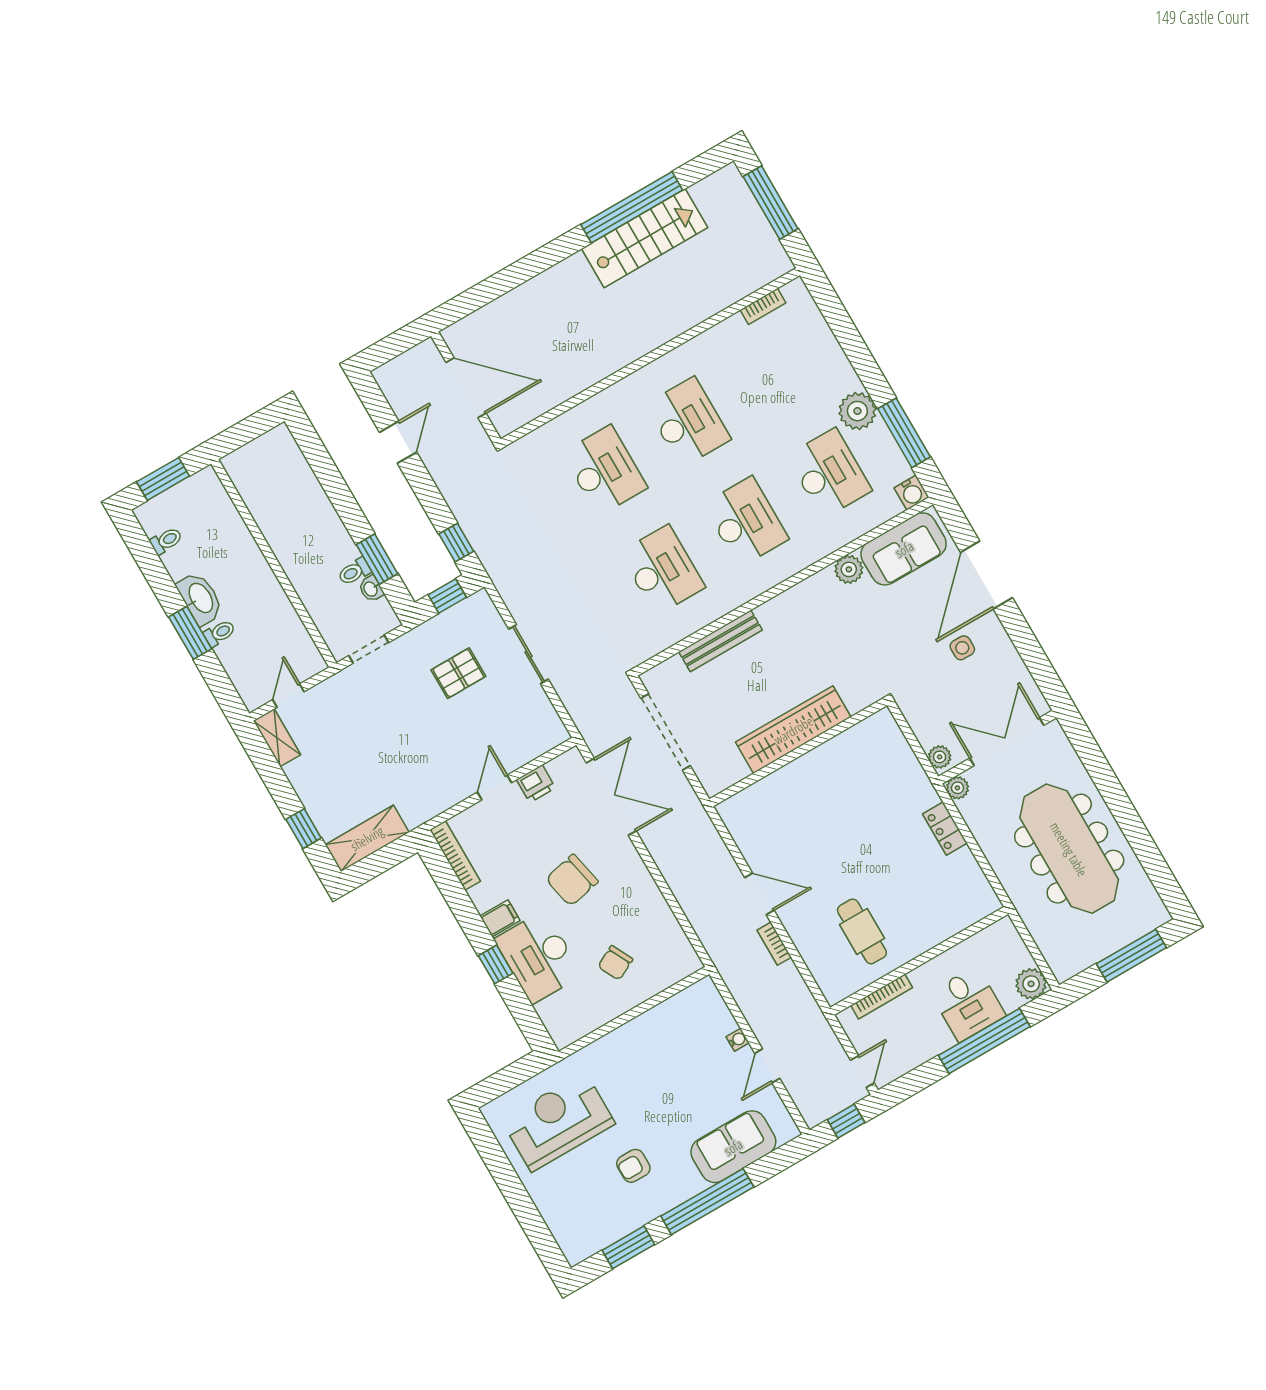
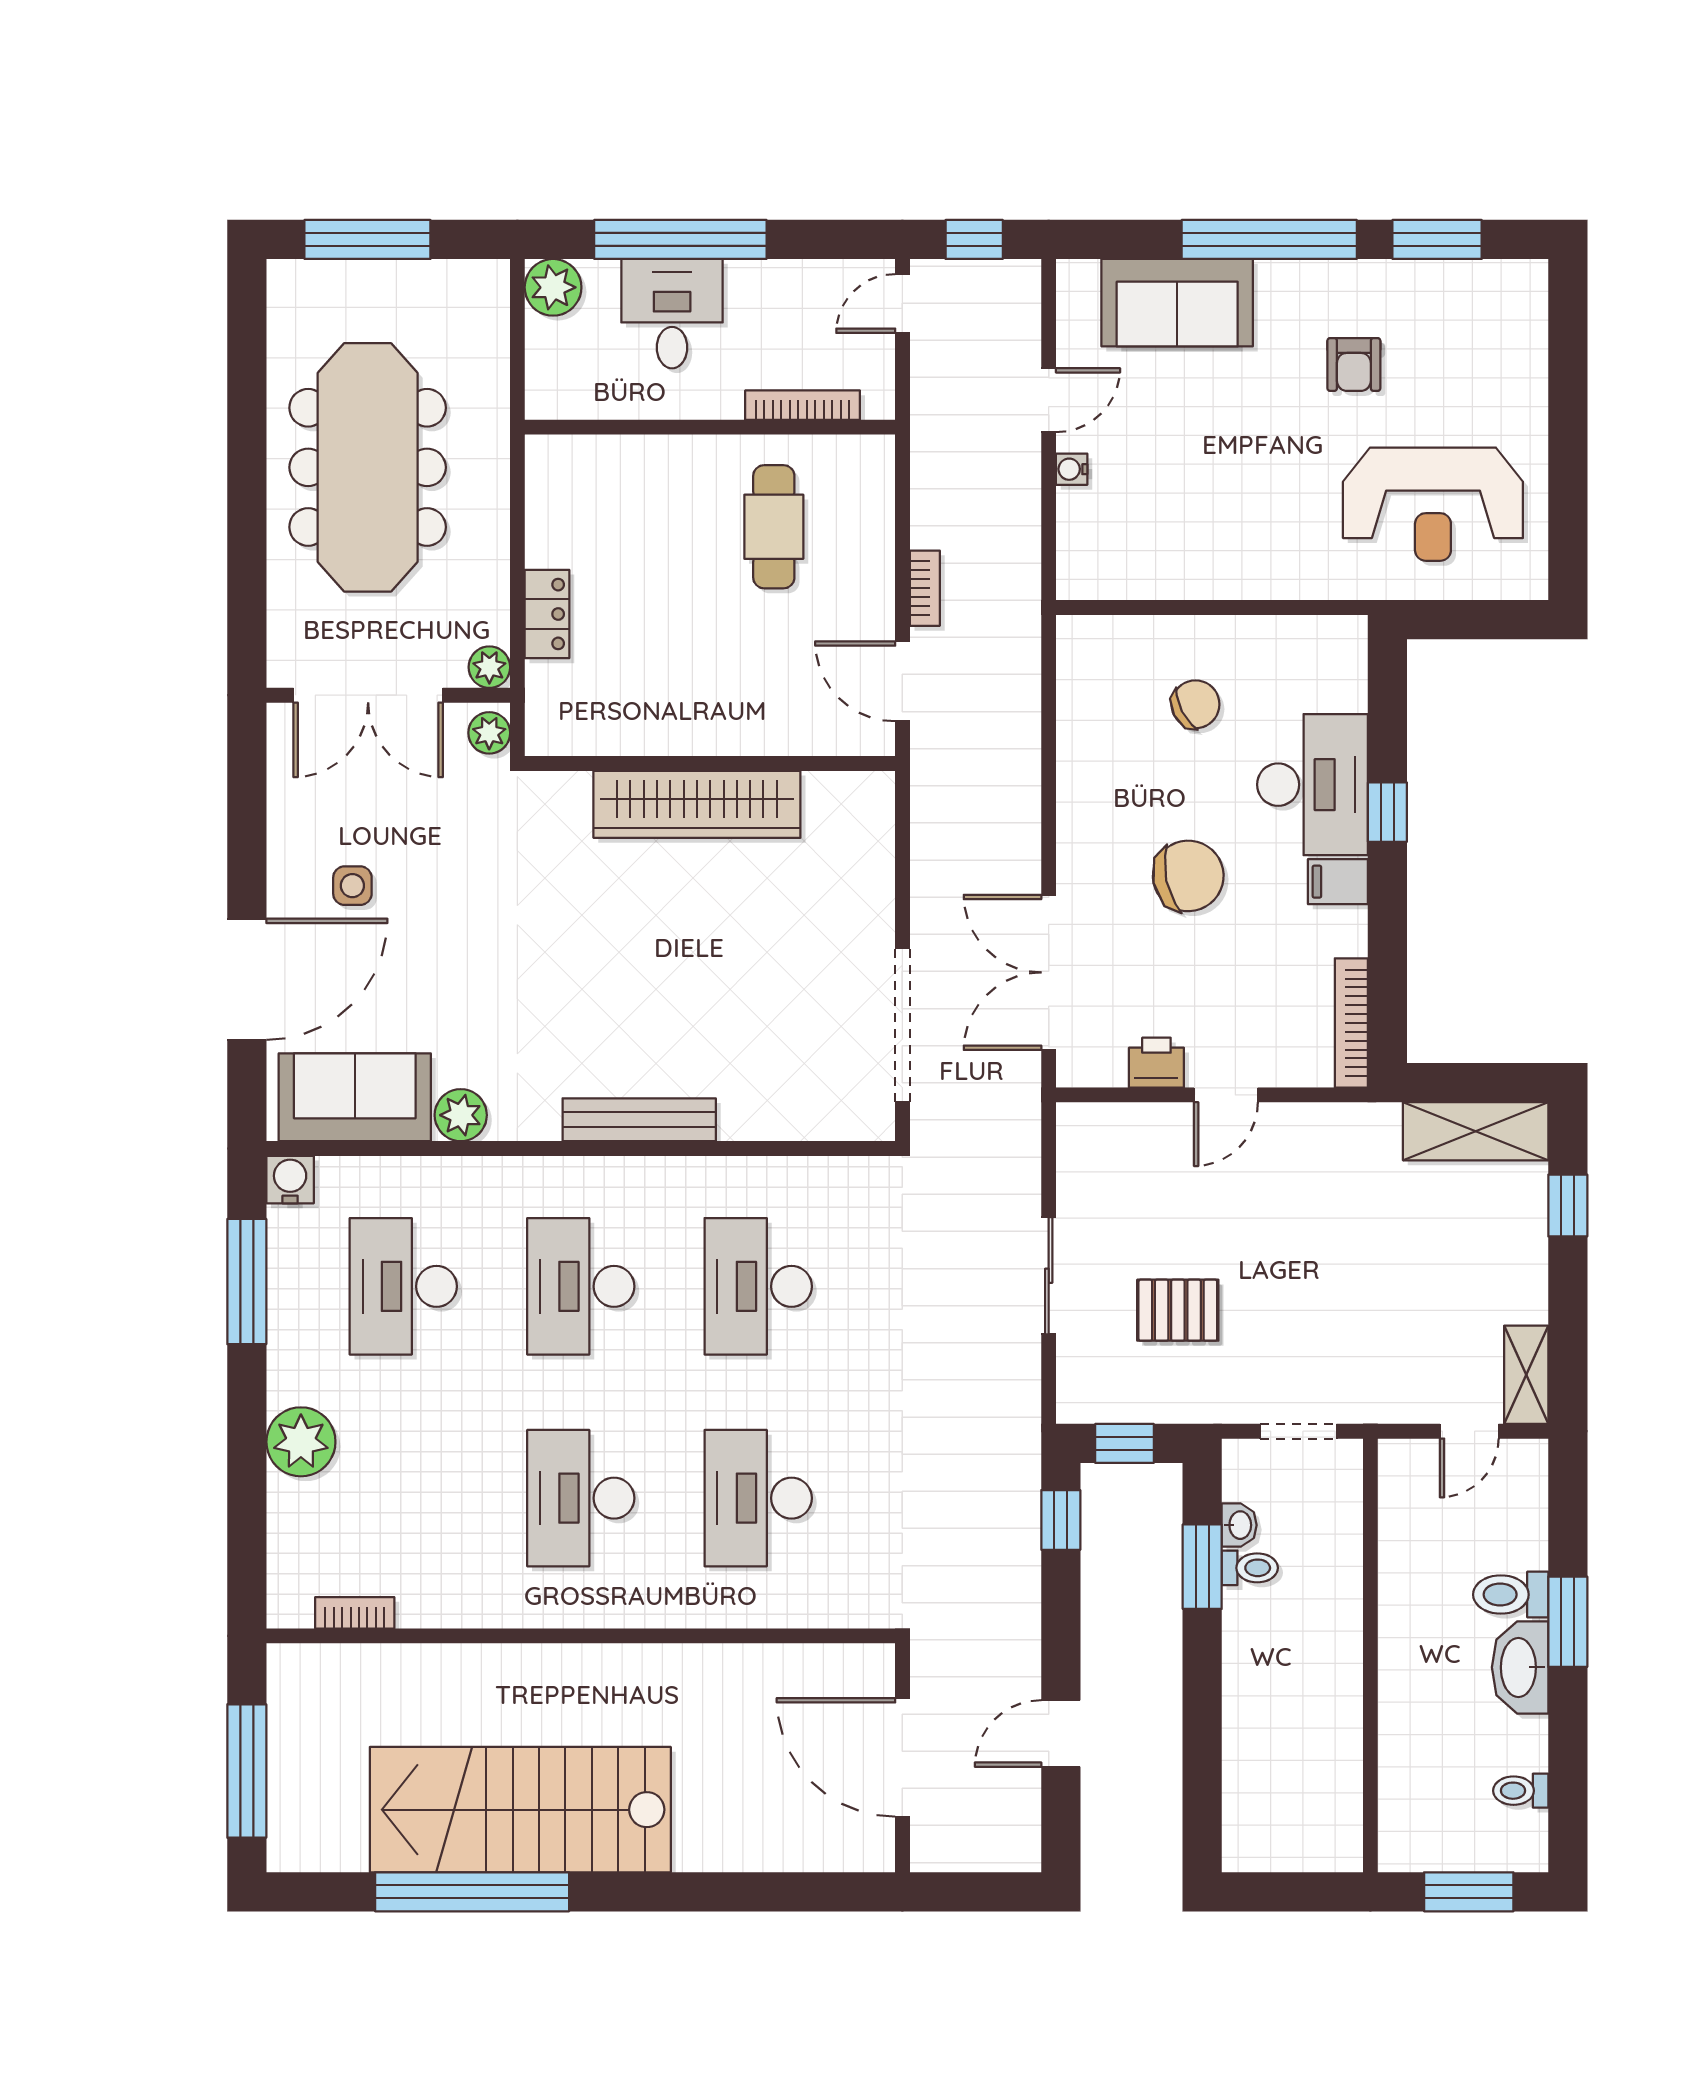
stairs: (645, 238) -> (520, 1810), width x1.36, depth x1.51
plant: (857, 411) -> (301, 1442), moved
toilet: (219, 633) -> (1511, 1595), width x1.37, depth x1.39
bench: (720, 641) -> (639, 1120), moved
wardrobe: (793, 730) -> (697, 804), moved
wall: (798, 752) -> (710, 763), moved
armchair: (633, 1166) -> (1354, 365), turned 90

